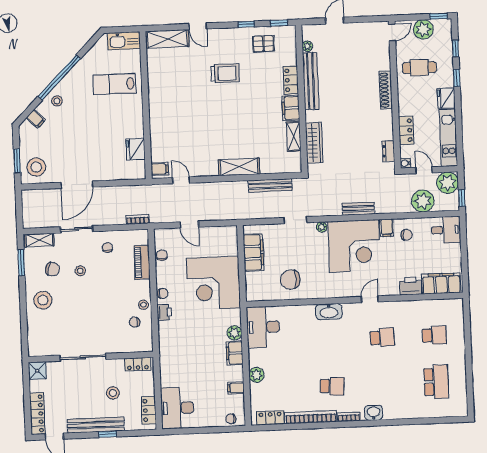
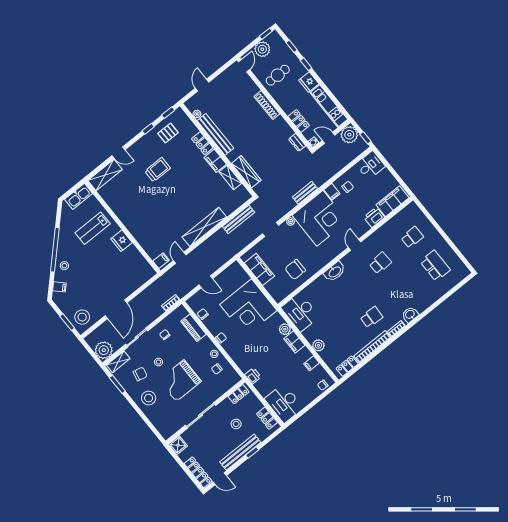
fridge: (136, 149) -> (121, 241), moved
shelving: (239, 167) -> (204, 227), width x1.47
door: (181, 180) -> (180, 258), hinge flipped
plant: (423, 201) -> (104, 350), moved
grand piano: (88, 306) -> (180, 381), added
printer: (164, 312) -> (253, 376), moved

